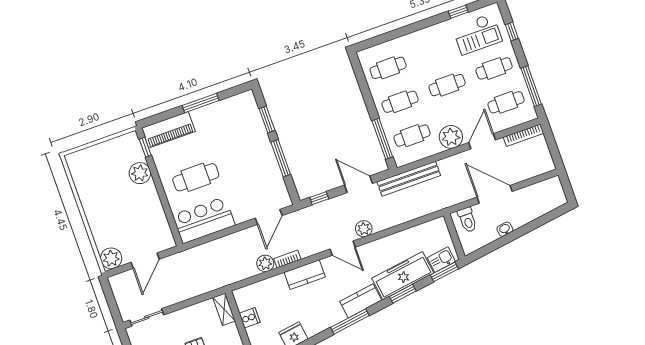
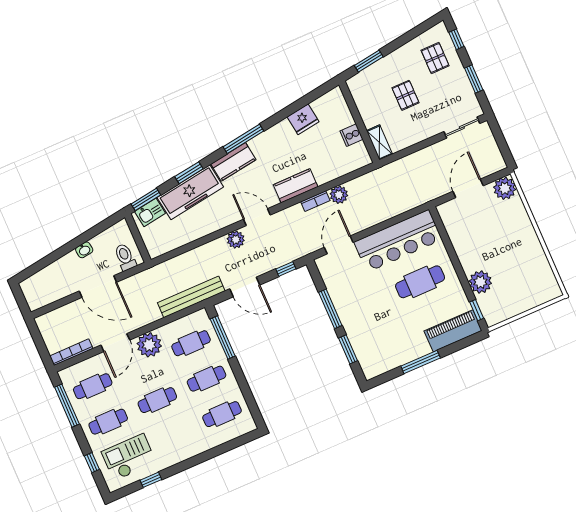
bar counter: (204, 220) -> (398, 241), width x1.36

